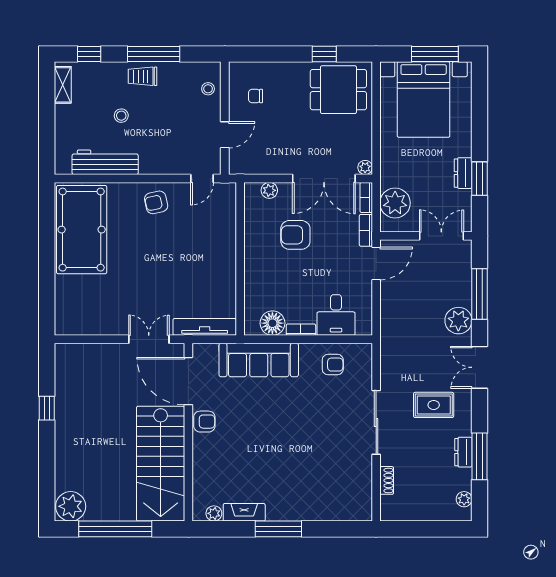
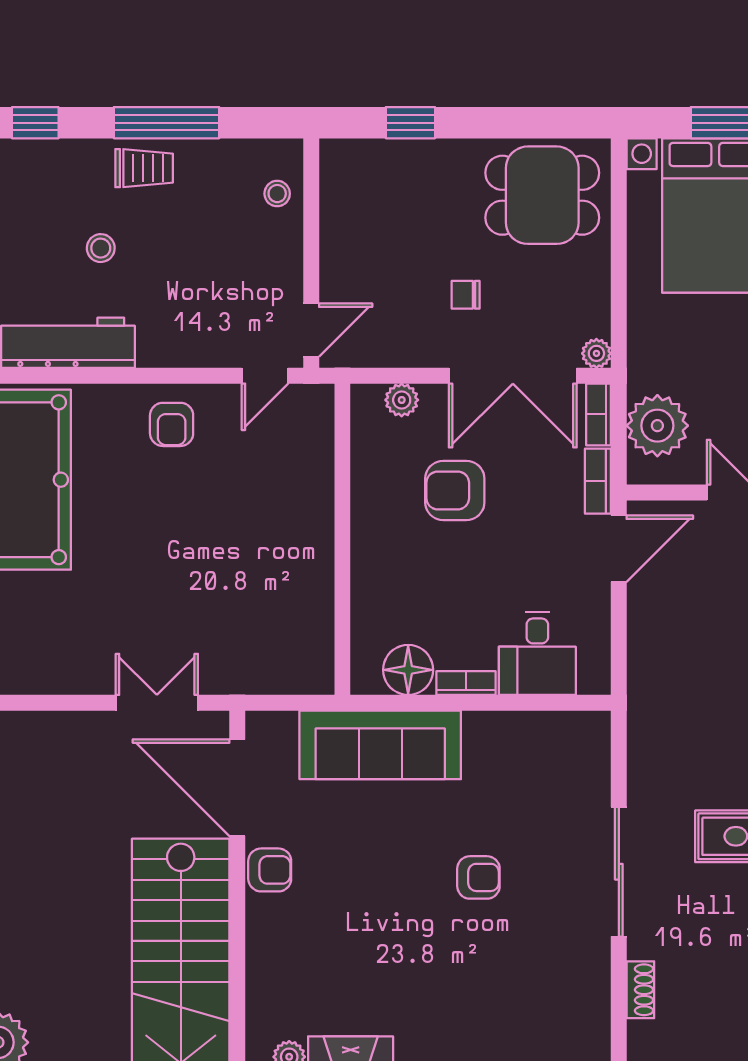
window: (324, 54) -> (410, 123), moved
trolley: (143, 76) -> (144, 168), turned 180
chair: (256, 96) -> (466, 295), moved
door: (225, 135) -> (311, 330), moved
armchair: (156, 202) -> (172, 424), turned -77
tv unit: (205, 327) -> (270, 678), removed
armchair: (333, 365) -> (478, 877), moved

